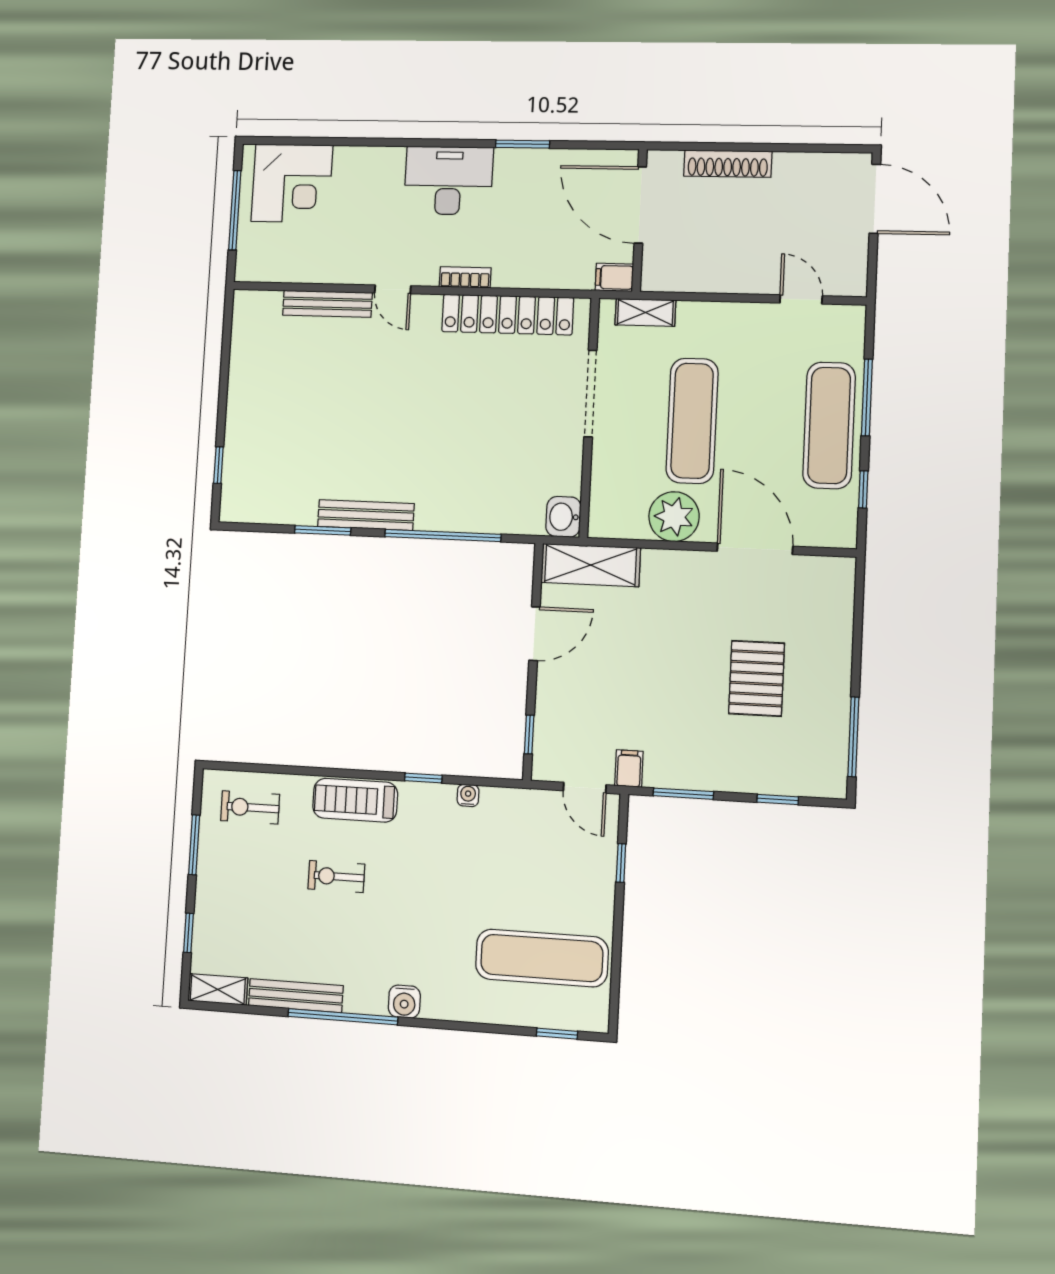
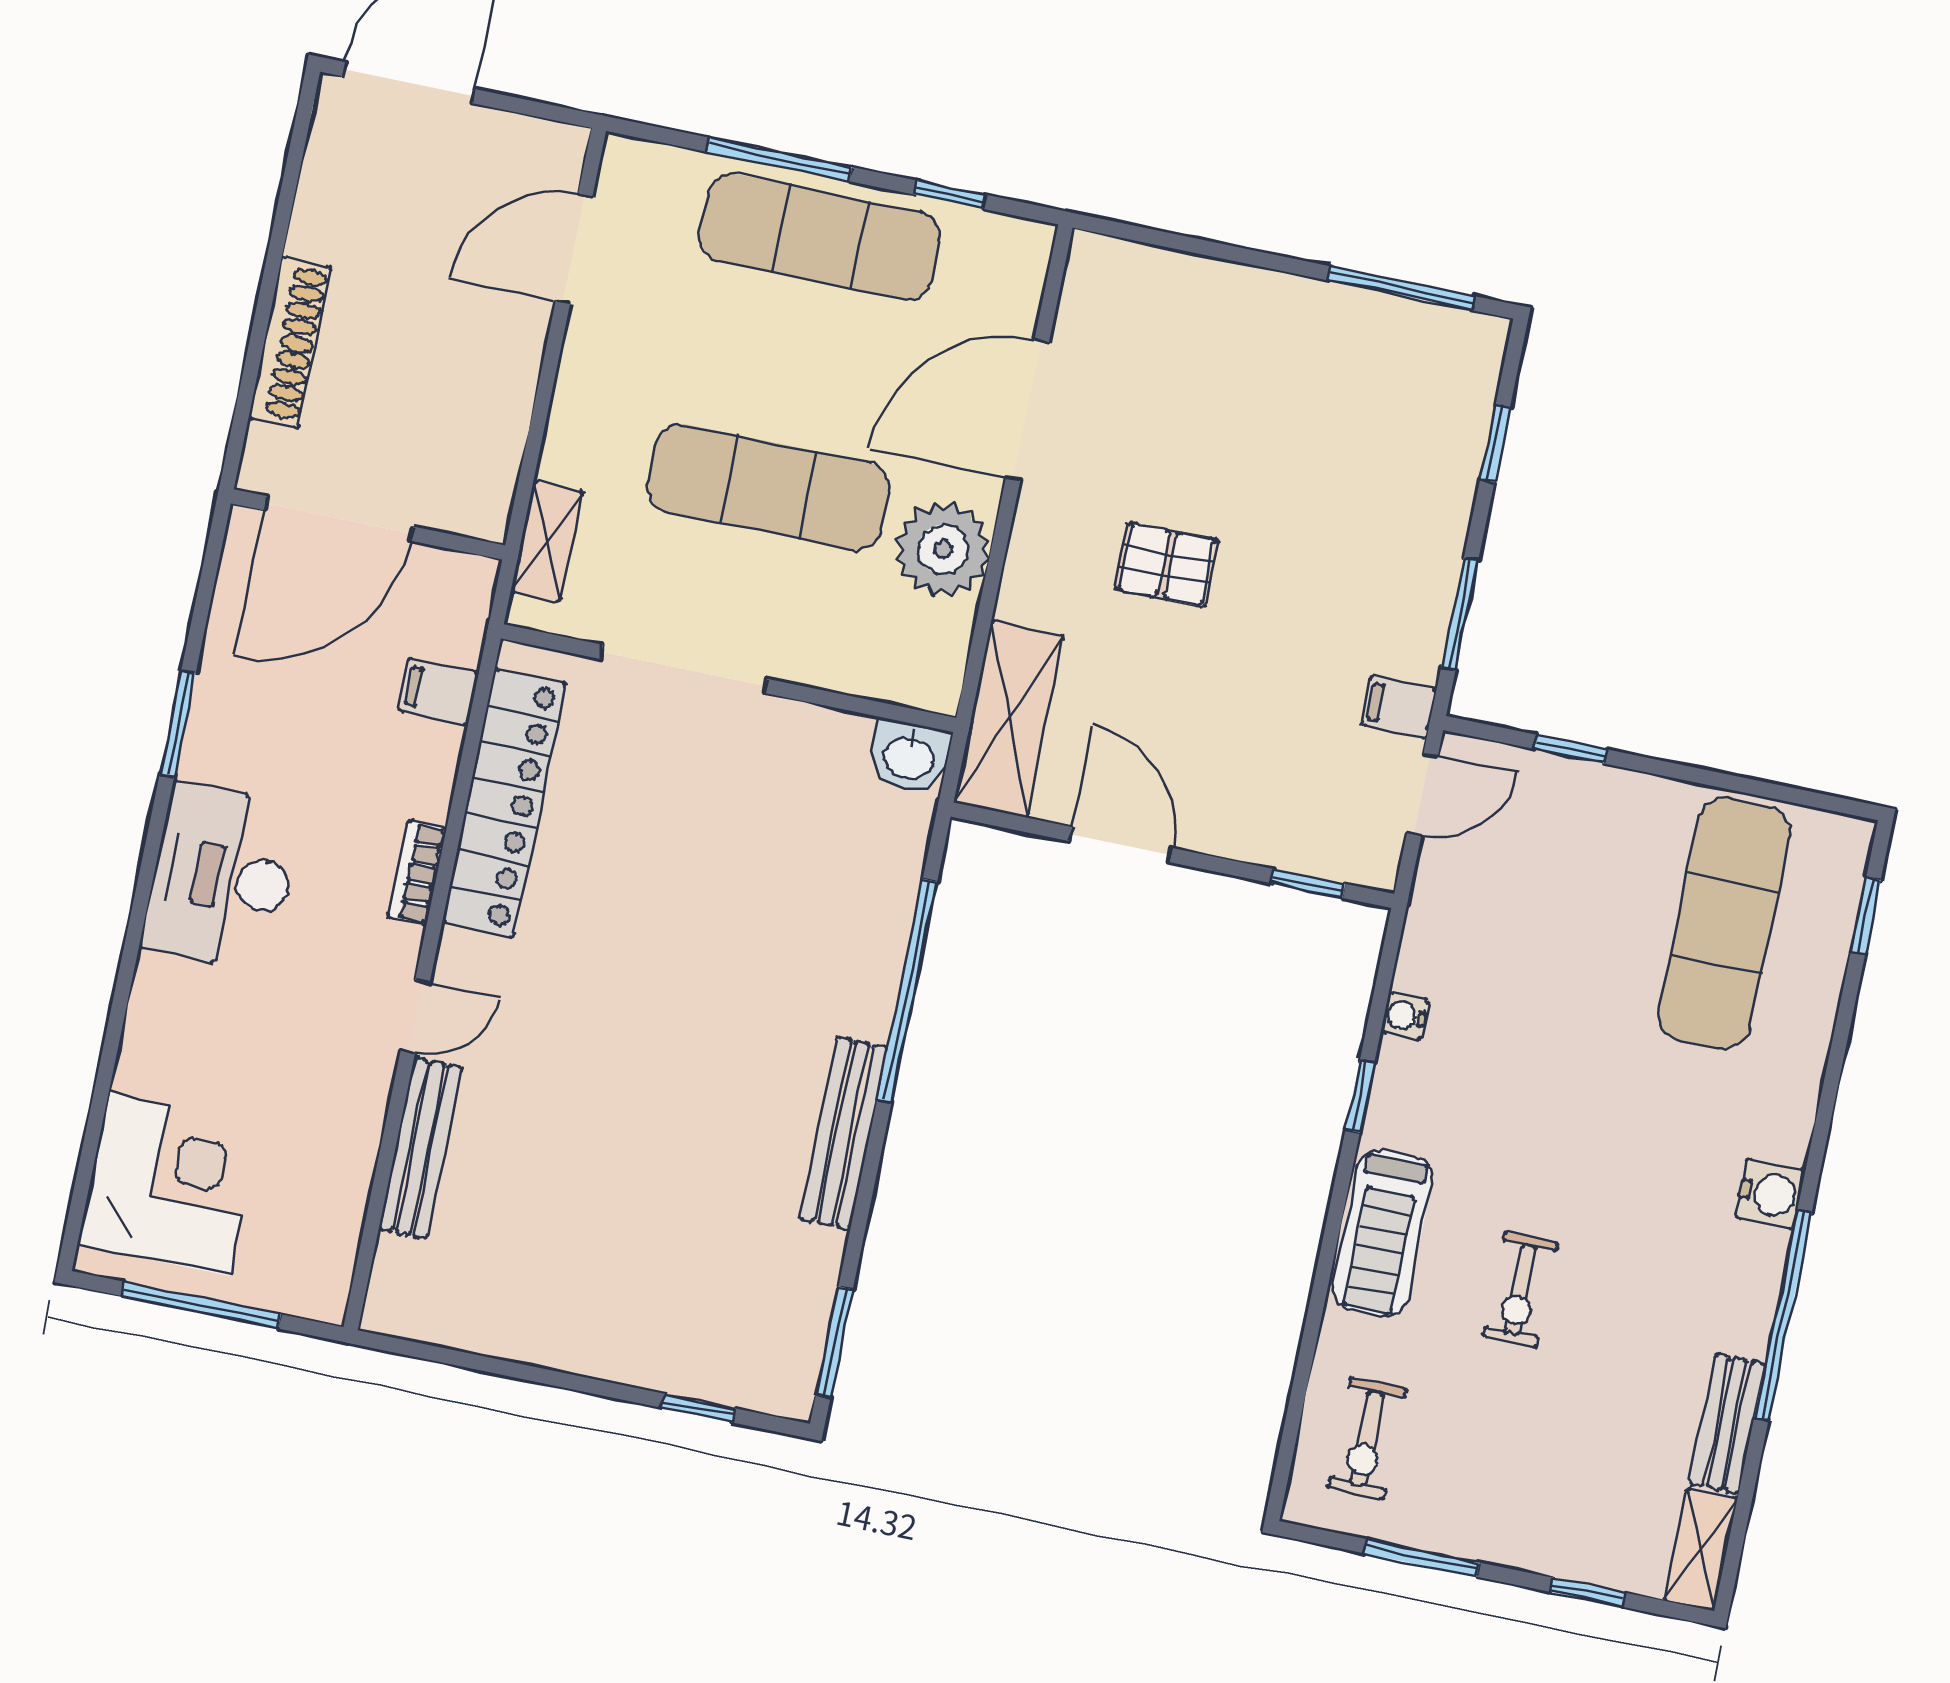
filing cabinet: (614, 277) -> (439, 692), moved, turned 90
door: (801, 299) -> (574, 249), width x1.38
window: (323, 530) -> (834, 1342), moved
pallet: (757, 678) -> (1167, 564), moved, width x0.67, depth x0.71
bench: (296, 996) -> (1727, 1424), width x0.73

